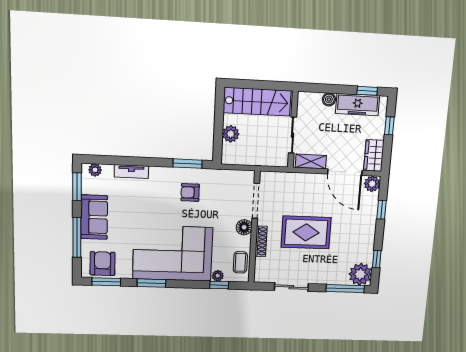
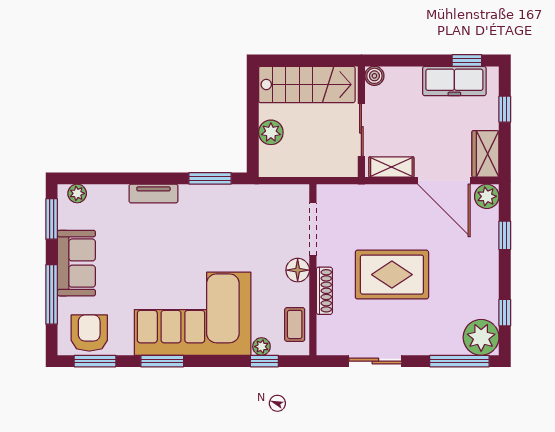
boiler: (329, 99) -> (374, 76), moved
tv unit: (131, 172) -> (153, 194), moved
armchair: (190, 192) -> (215, 221), removed

